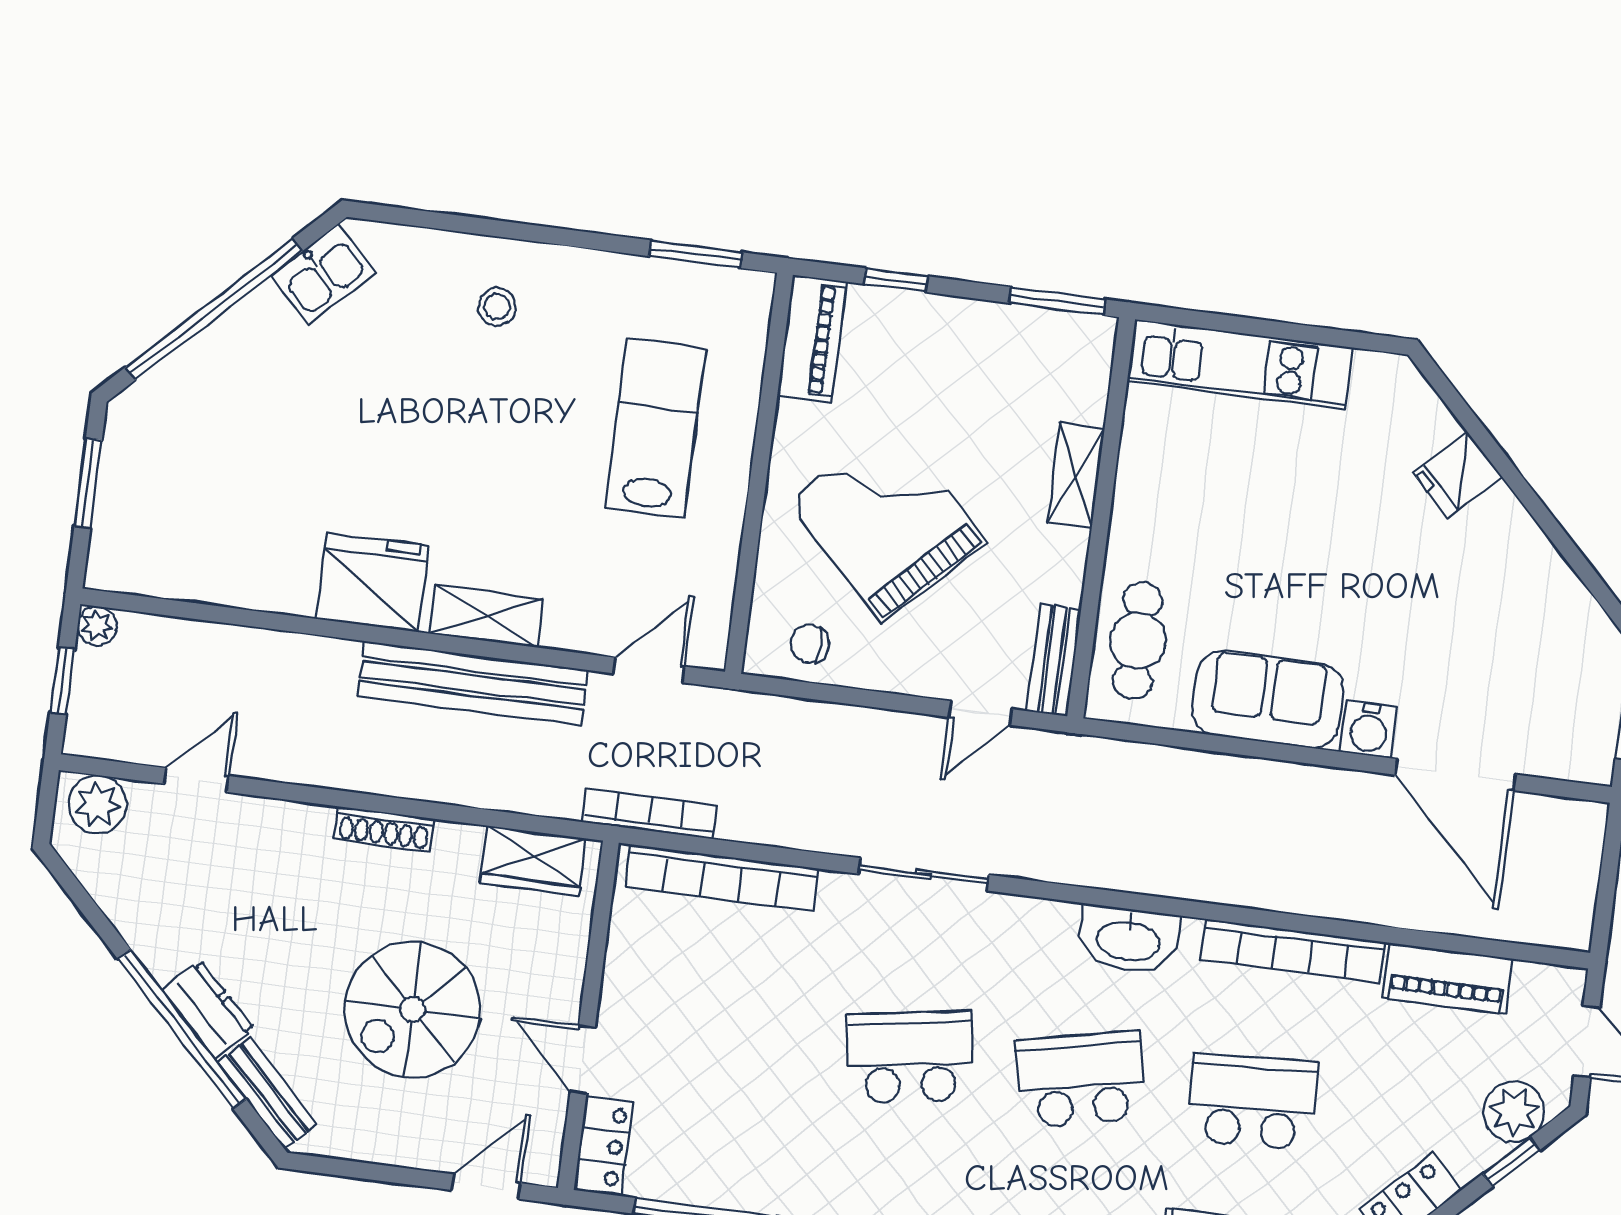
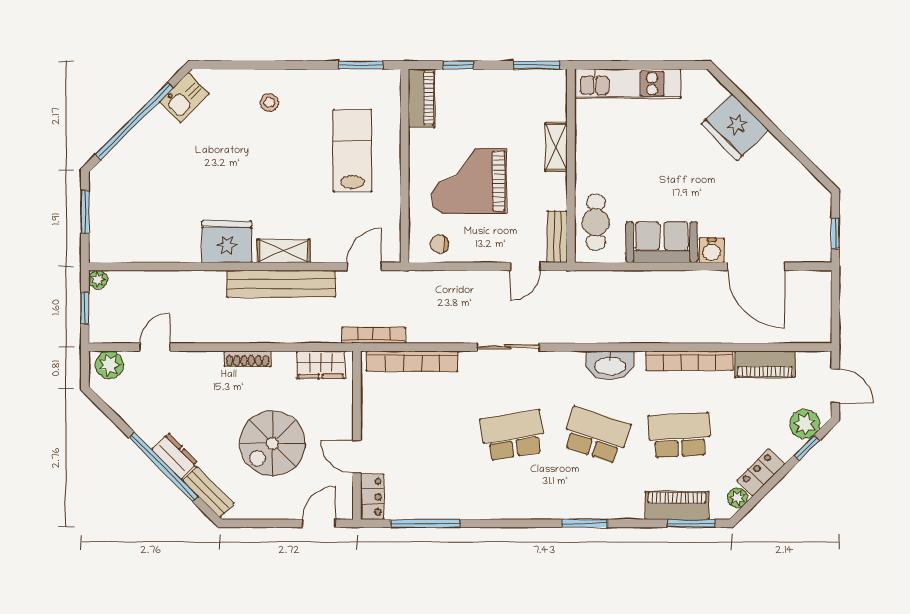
fridge: (1458, 475) -> (735, 127), width x1.88, depth x1.34
grand piano: (887, 522) -> (469, 181), turned -45
school desk: (1081, 1079) -> (596, 435), turned 30

